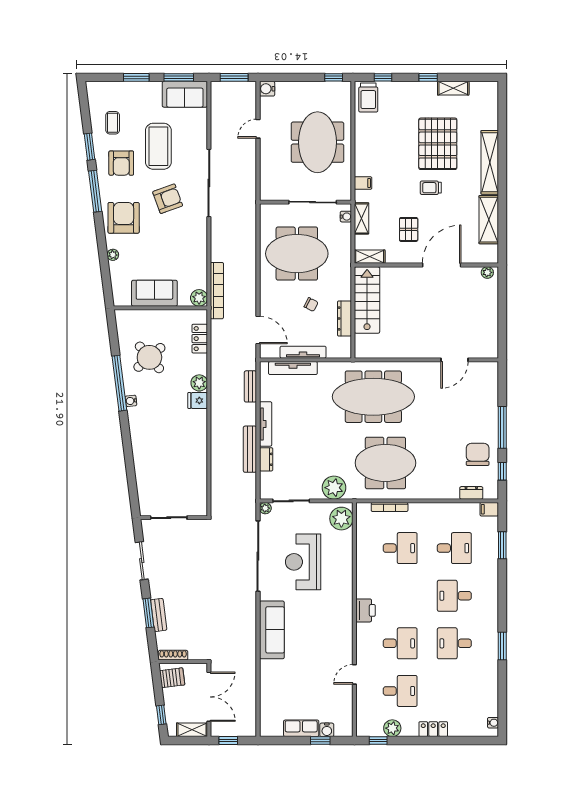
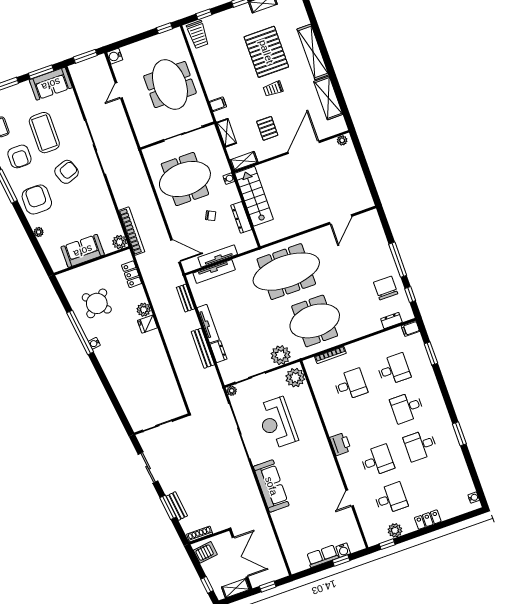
water cooler: (346, 217) -> (229, 179), moved

